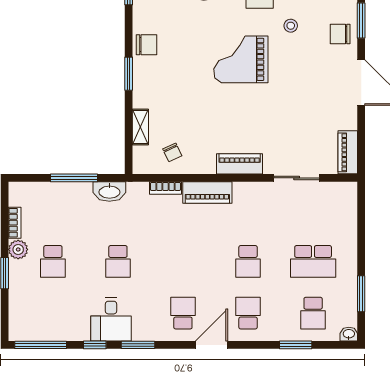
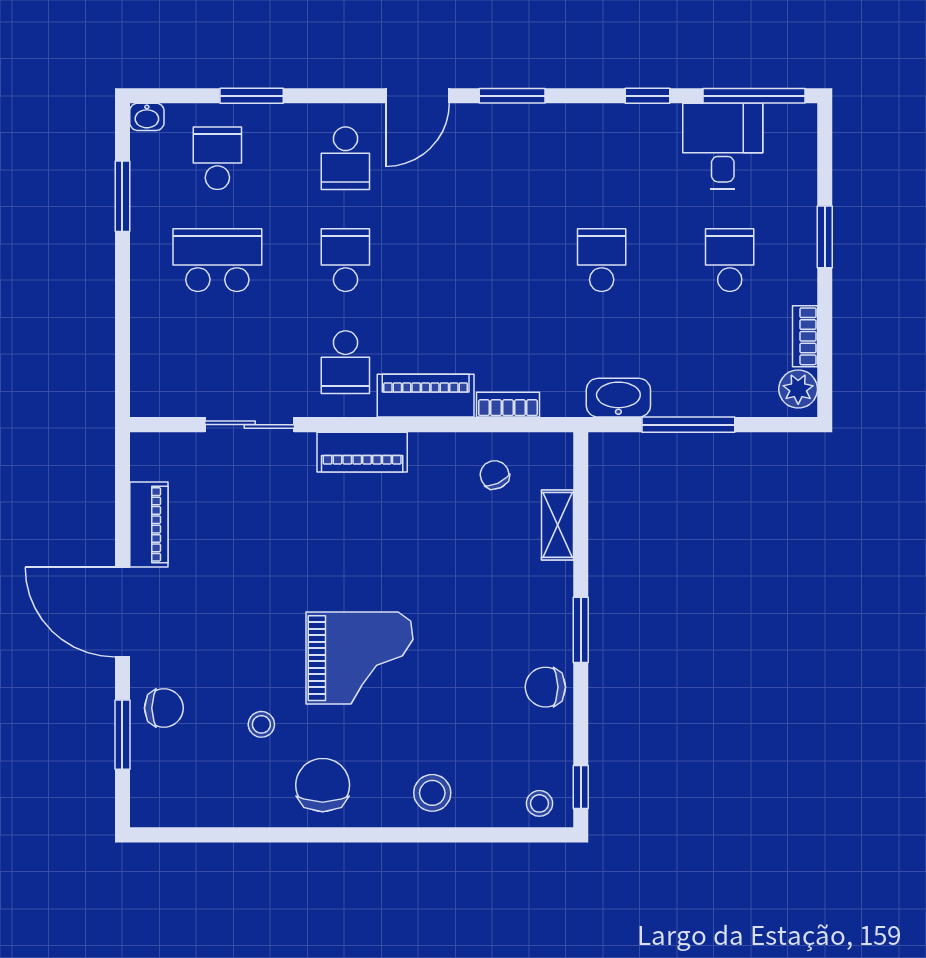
piano: (348, 152) -> (149, 524), moved
plant: (18, 249) -> (798, 389), moved
school desk: (183, 313) -> (345, 362), moved
desk: (111, 319) -> (723, 146), moved
window: (138, 345) -> (512, 96), moved

